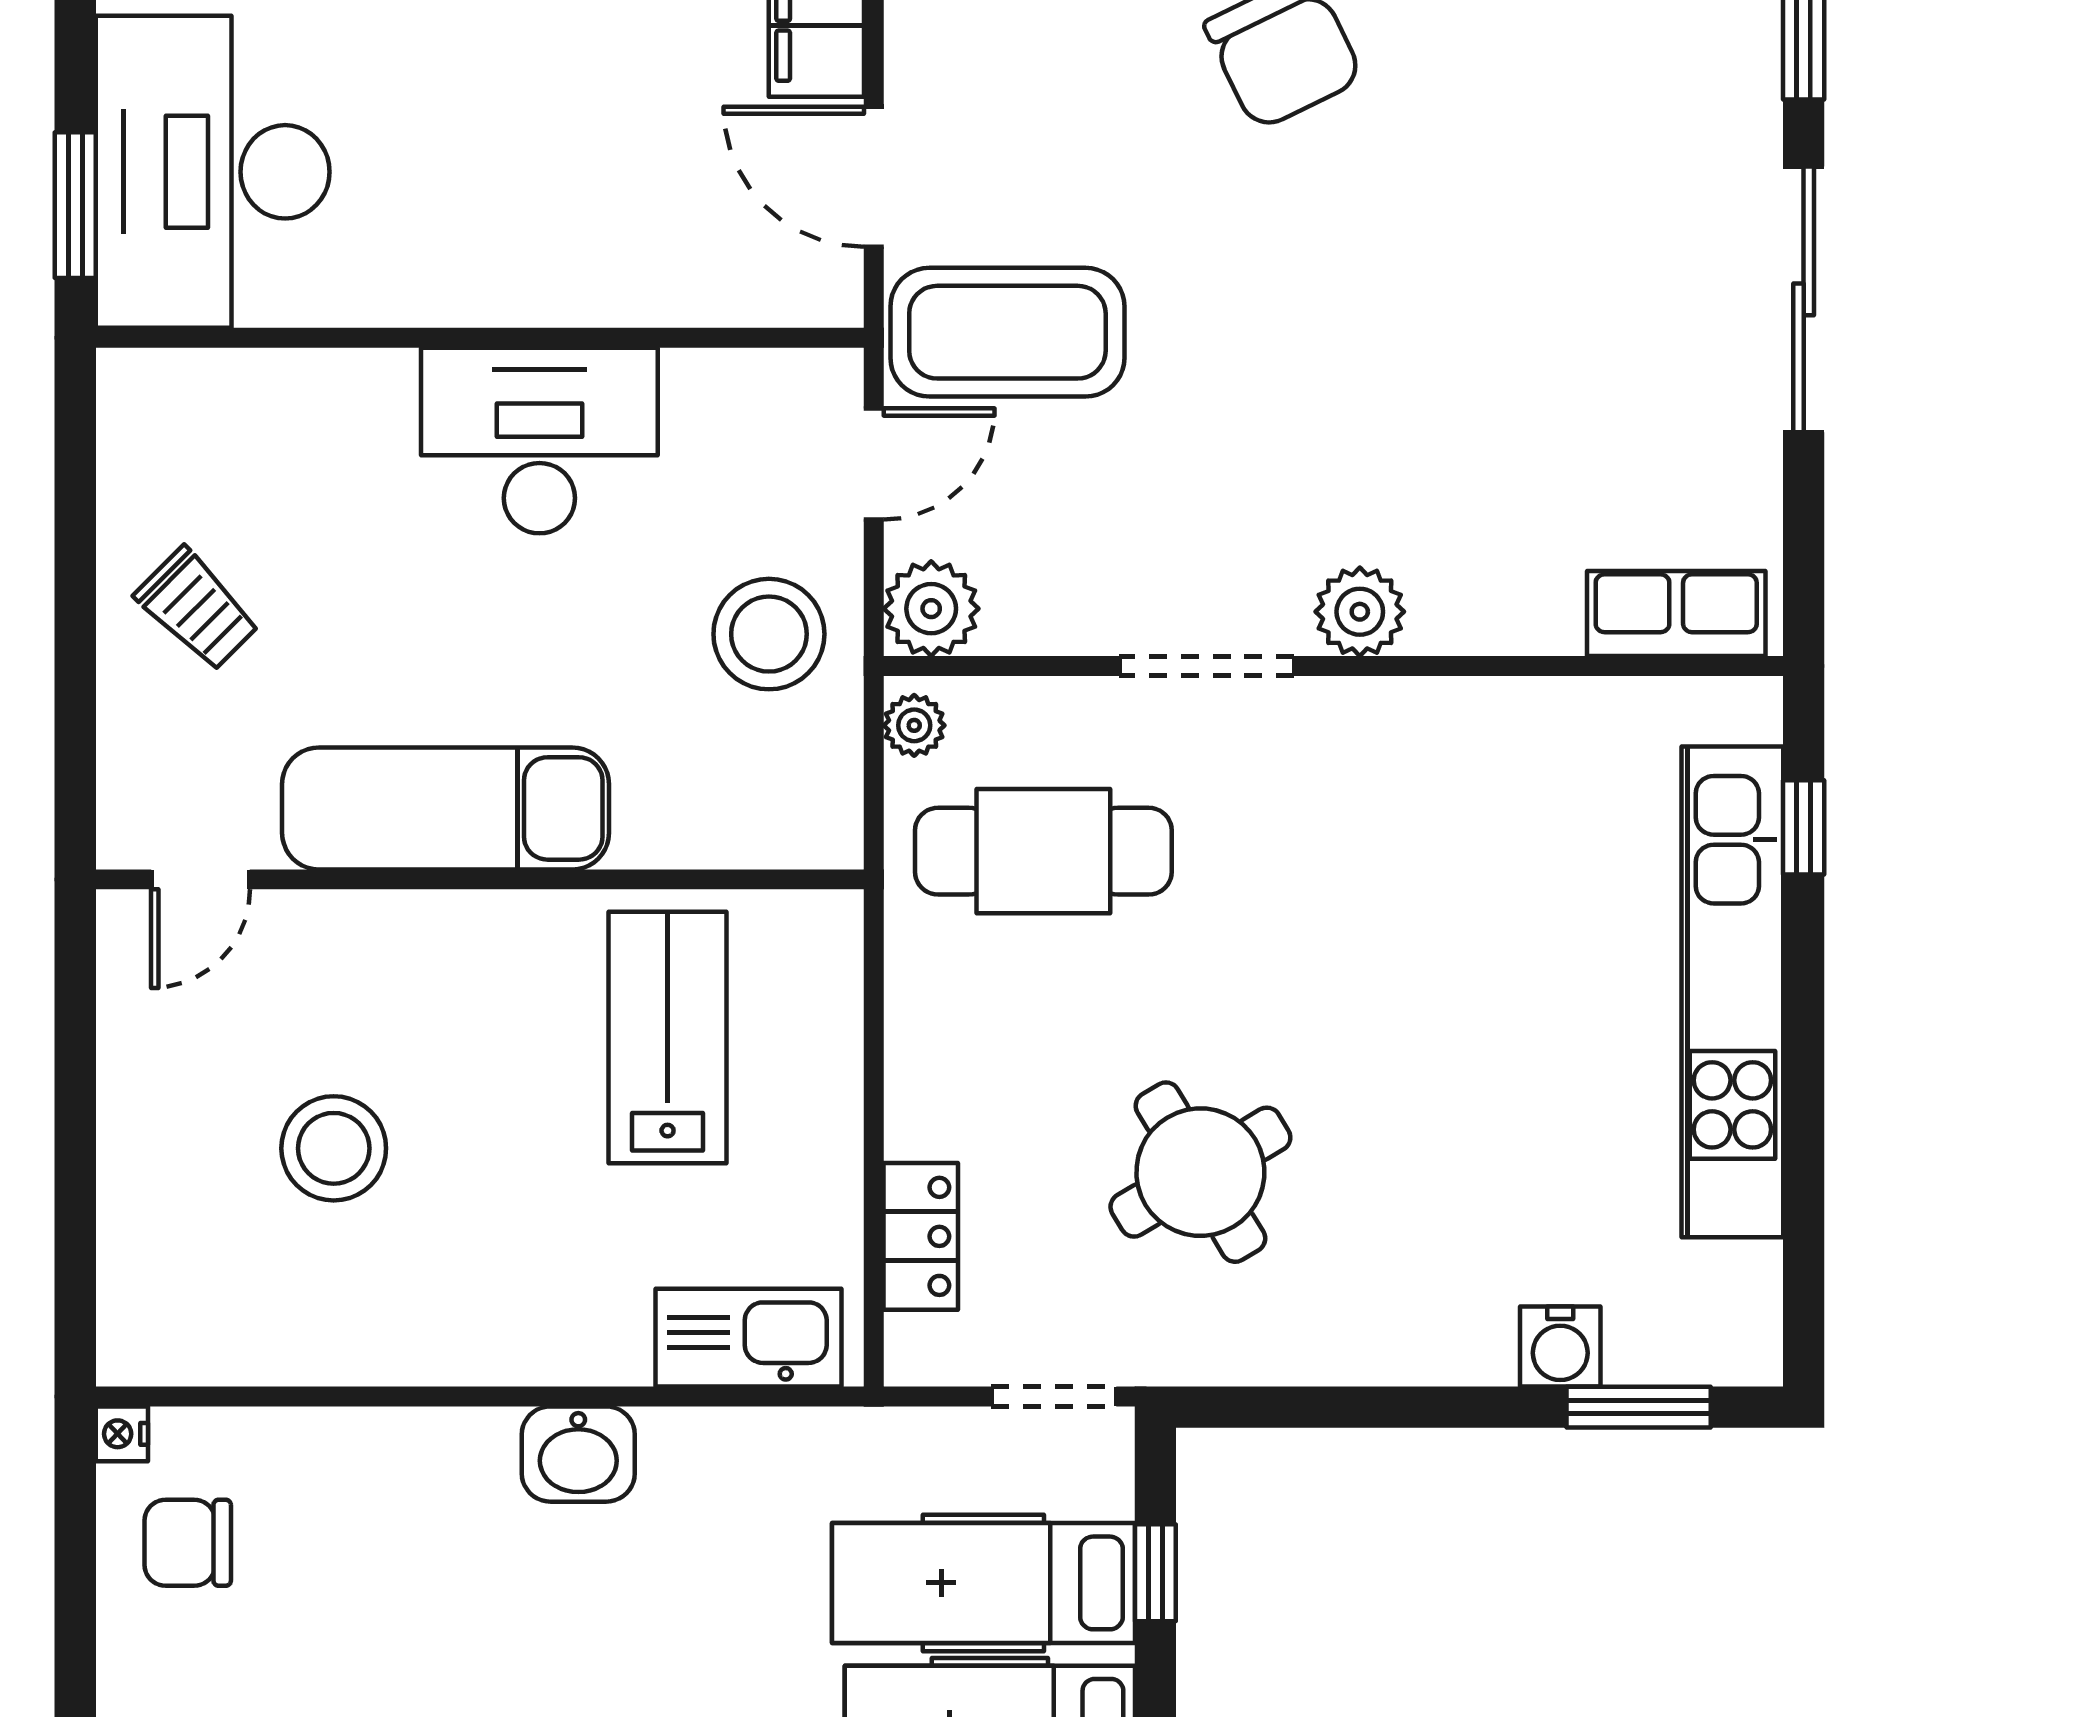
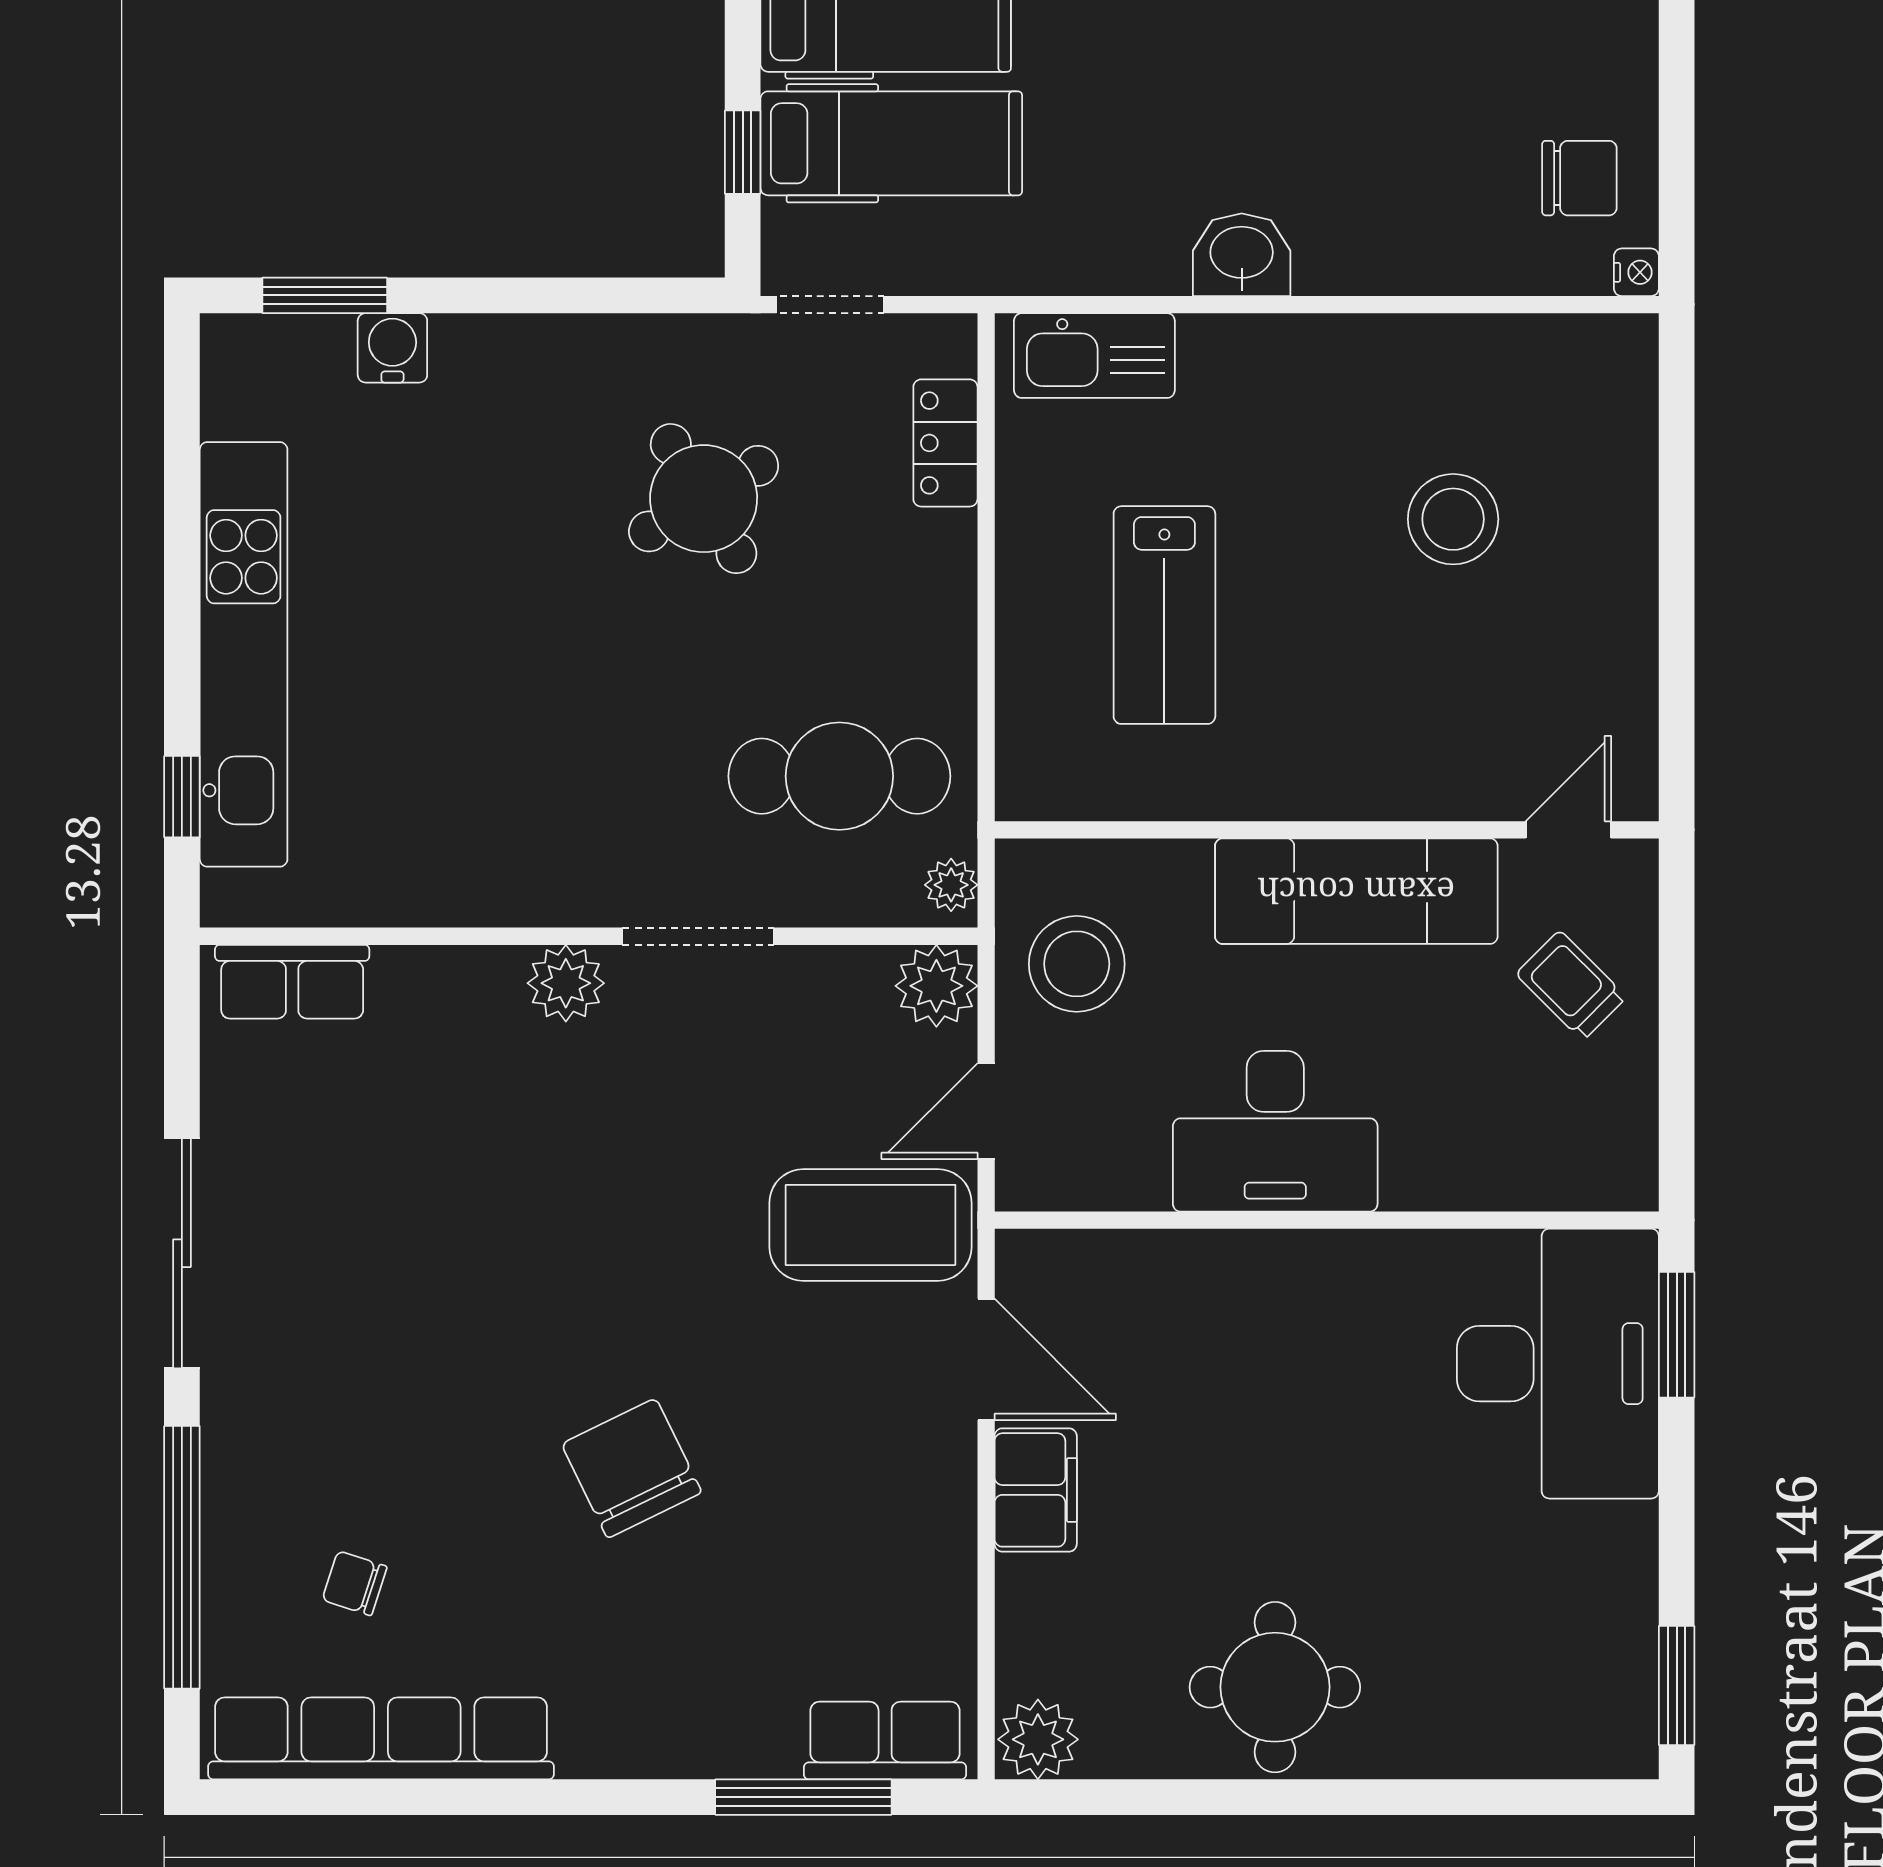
exam couch: (446, 808) -> (1356, 891), moved
door: (200, 879) -> (1568, 830), moved
wall: (480, 879) -> (1327, 830), moved

